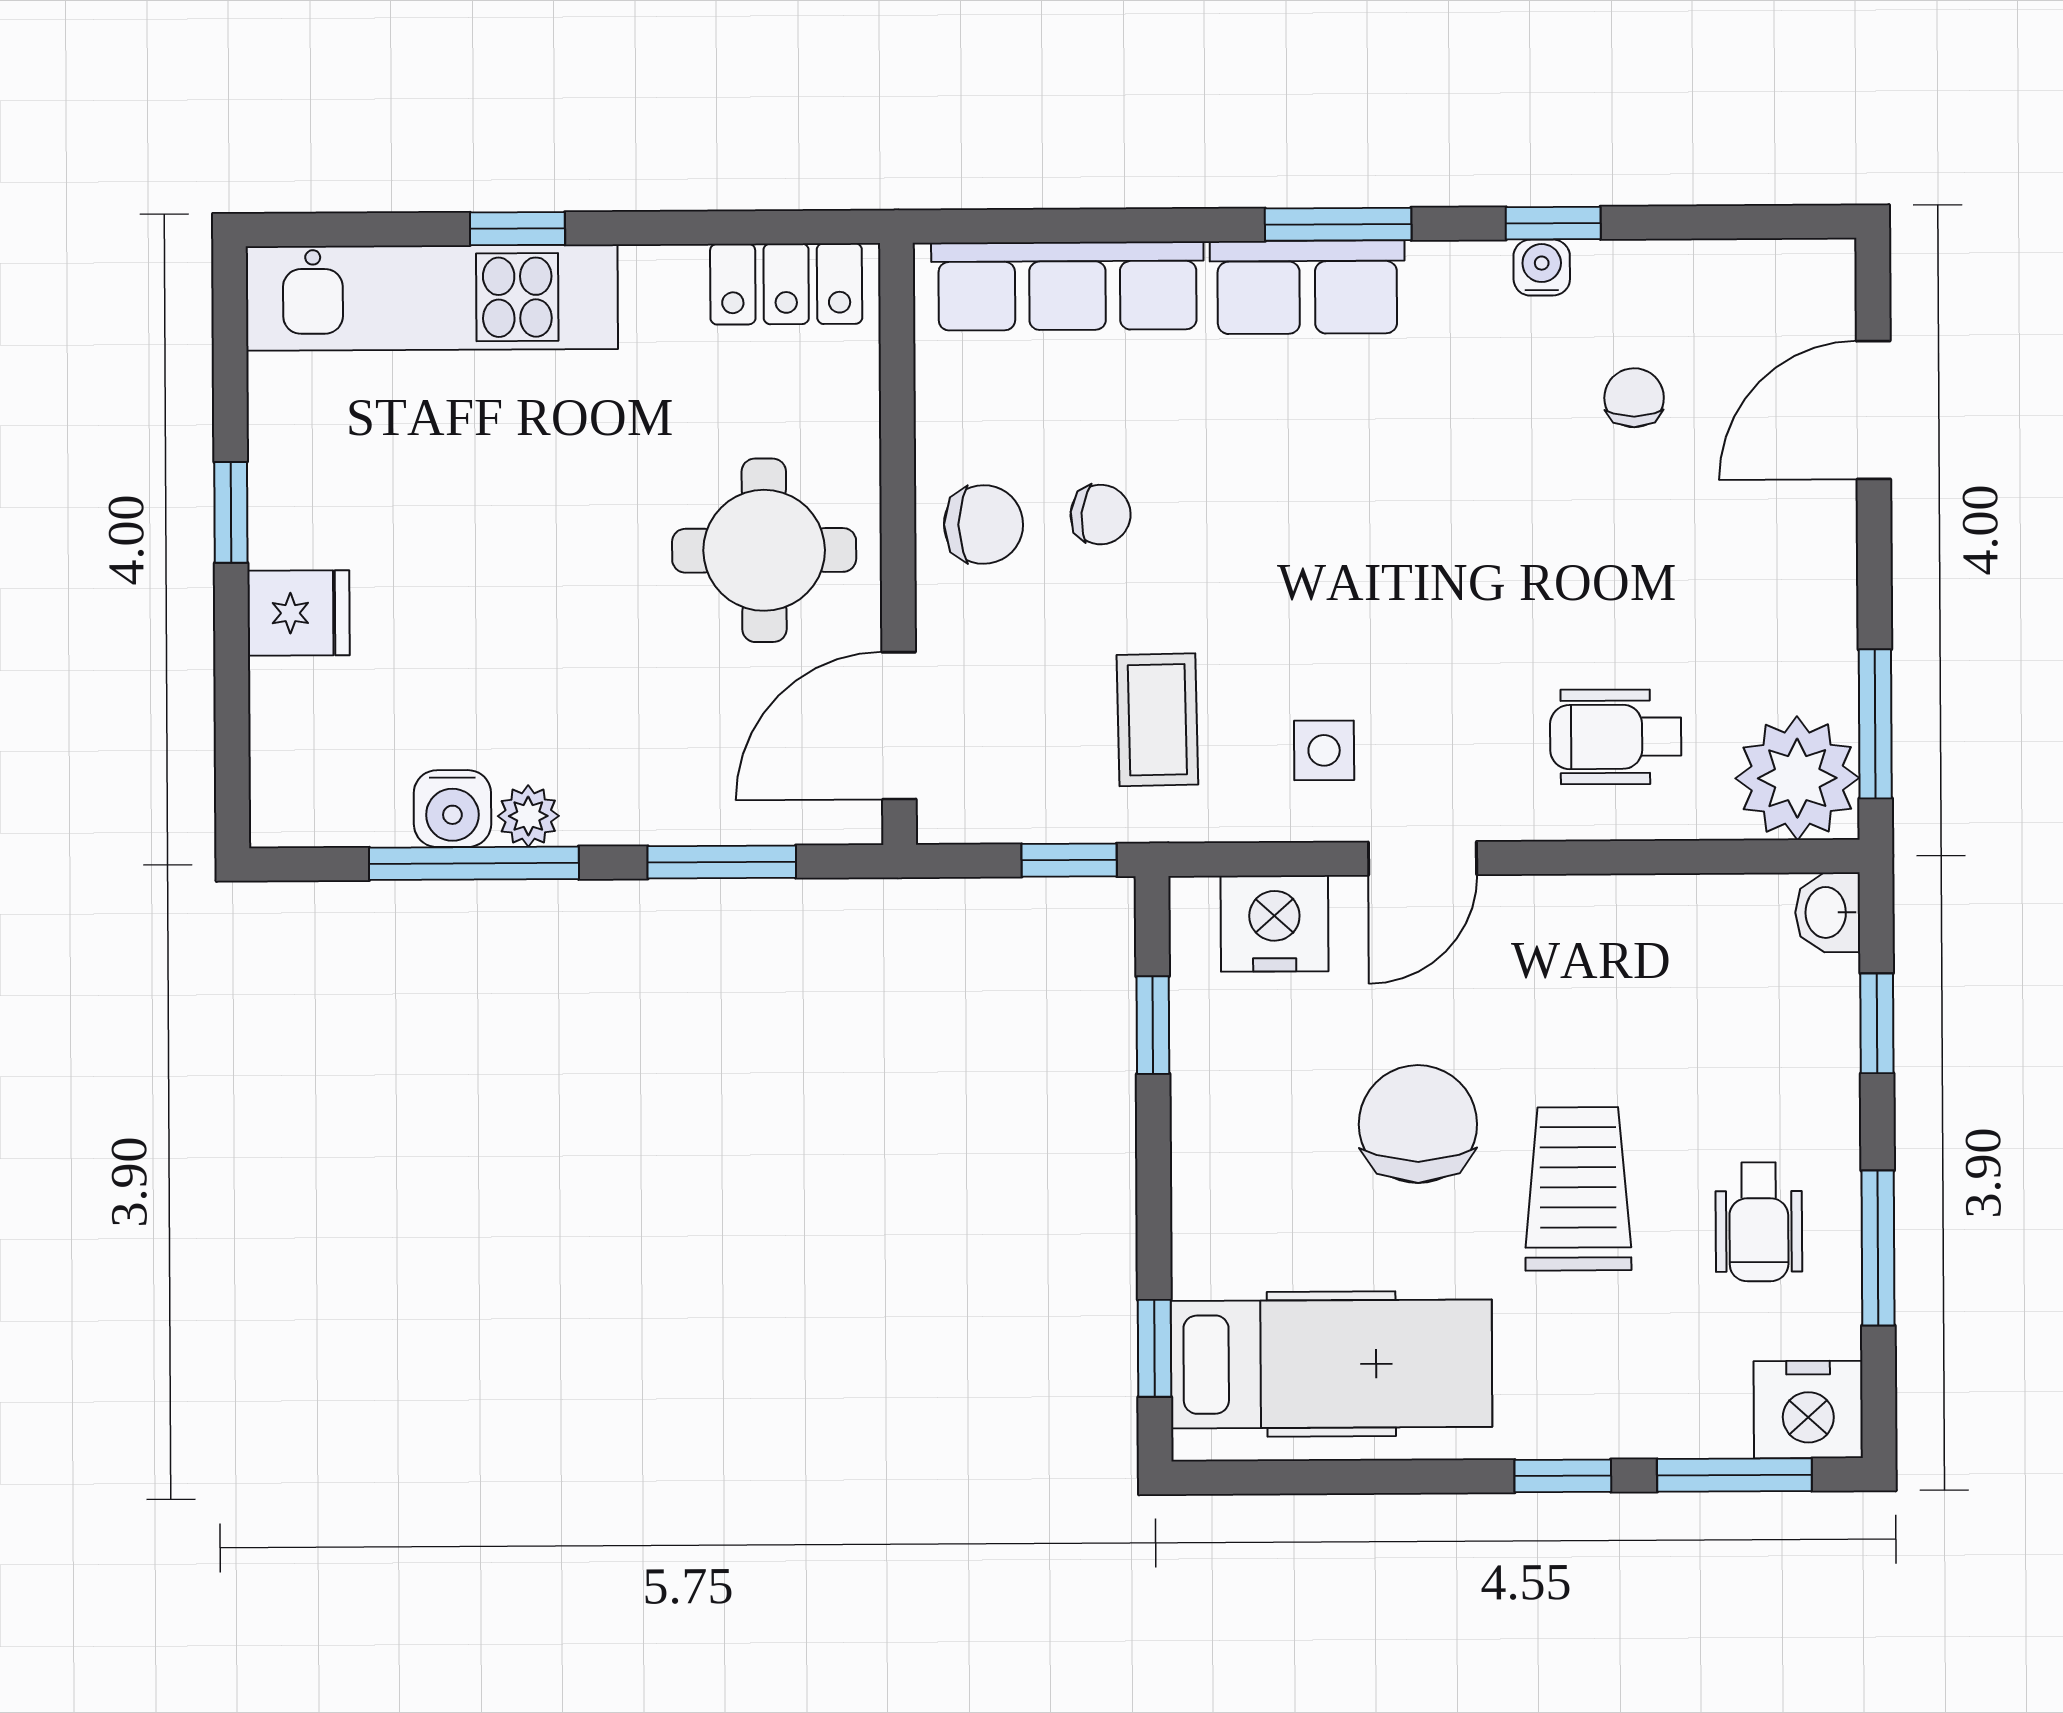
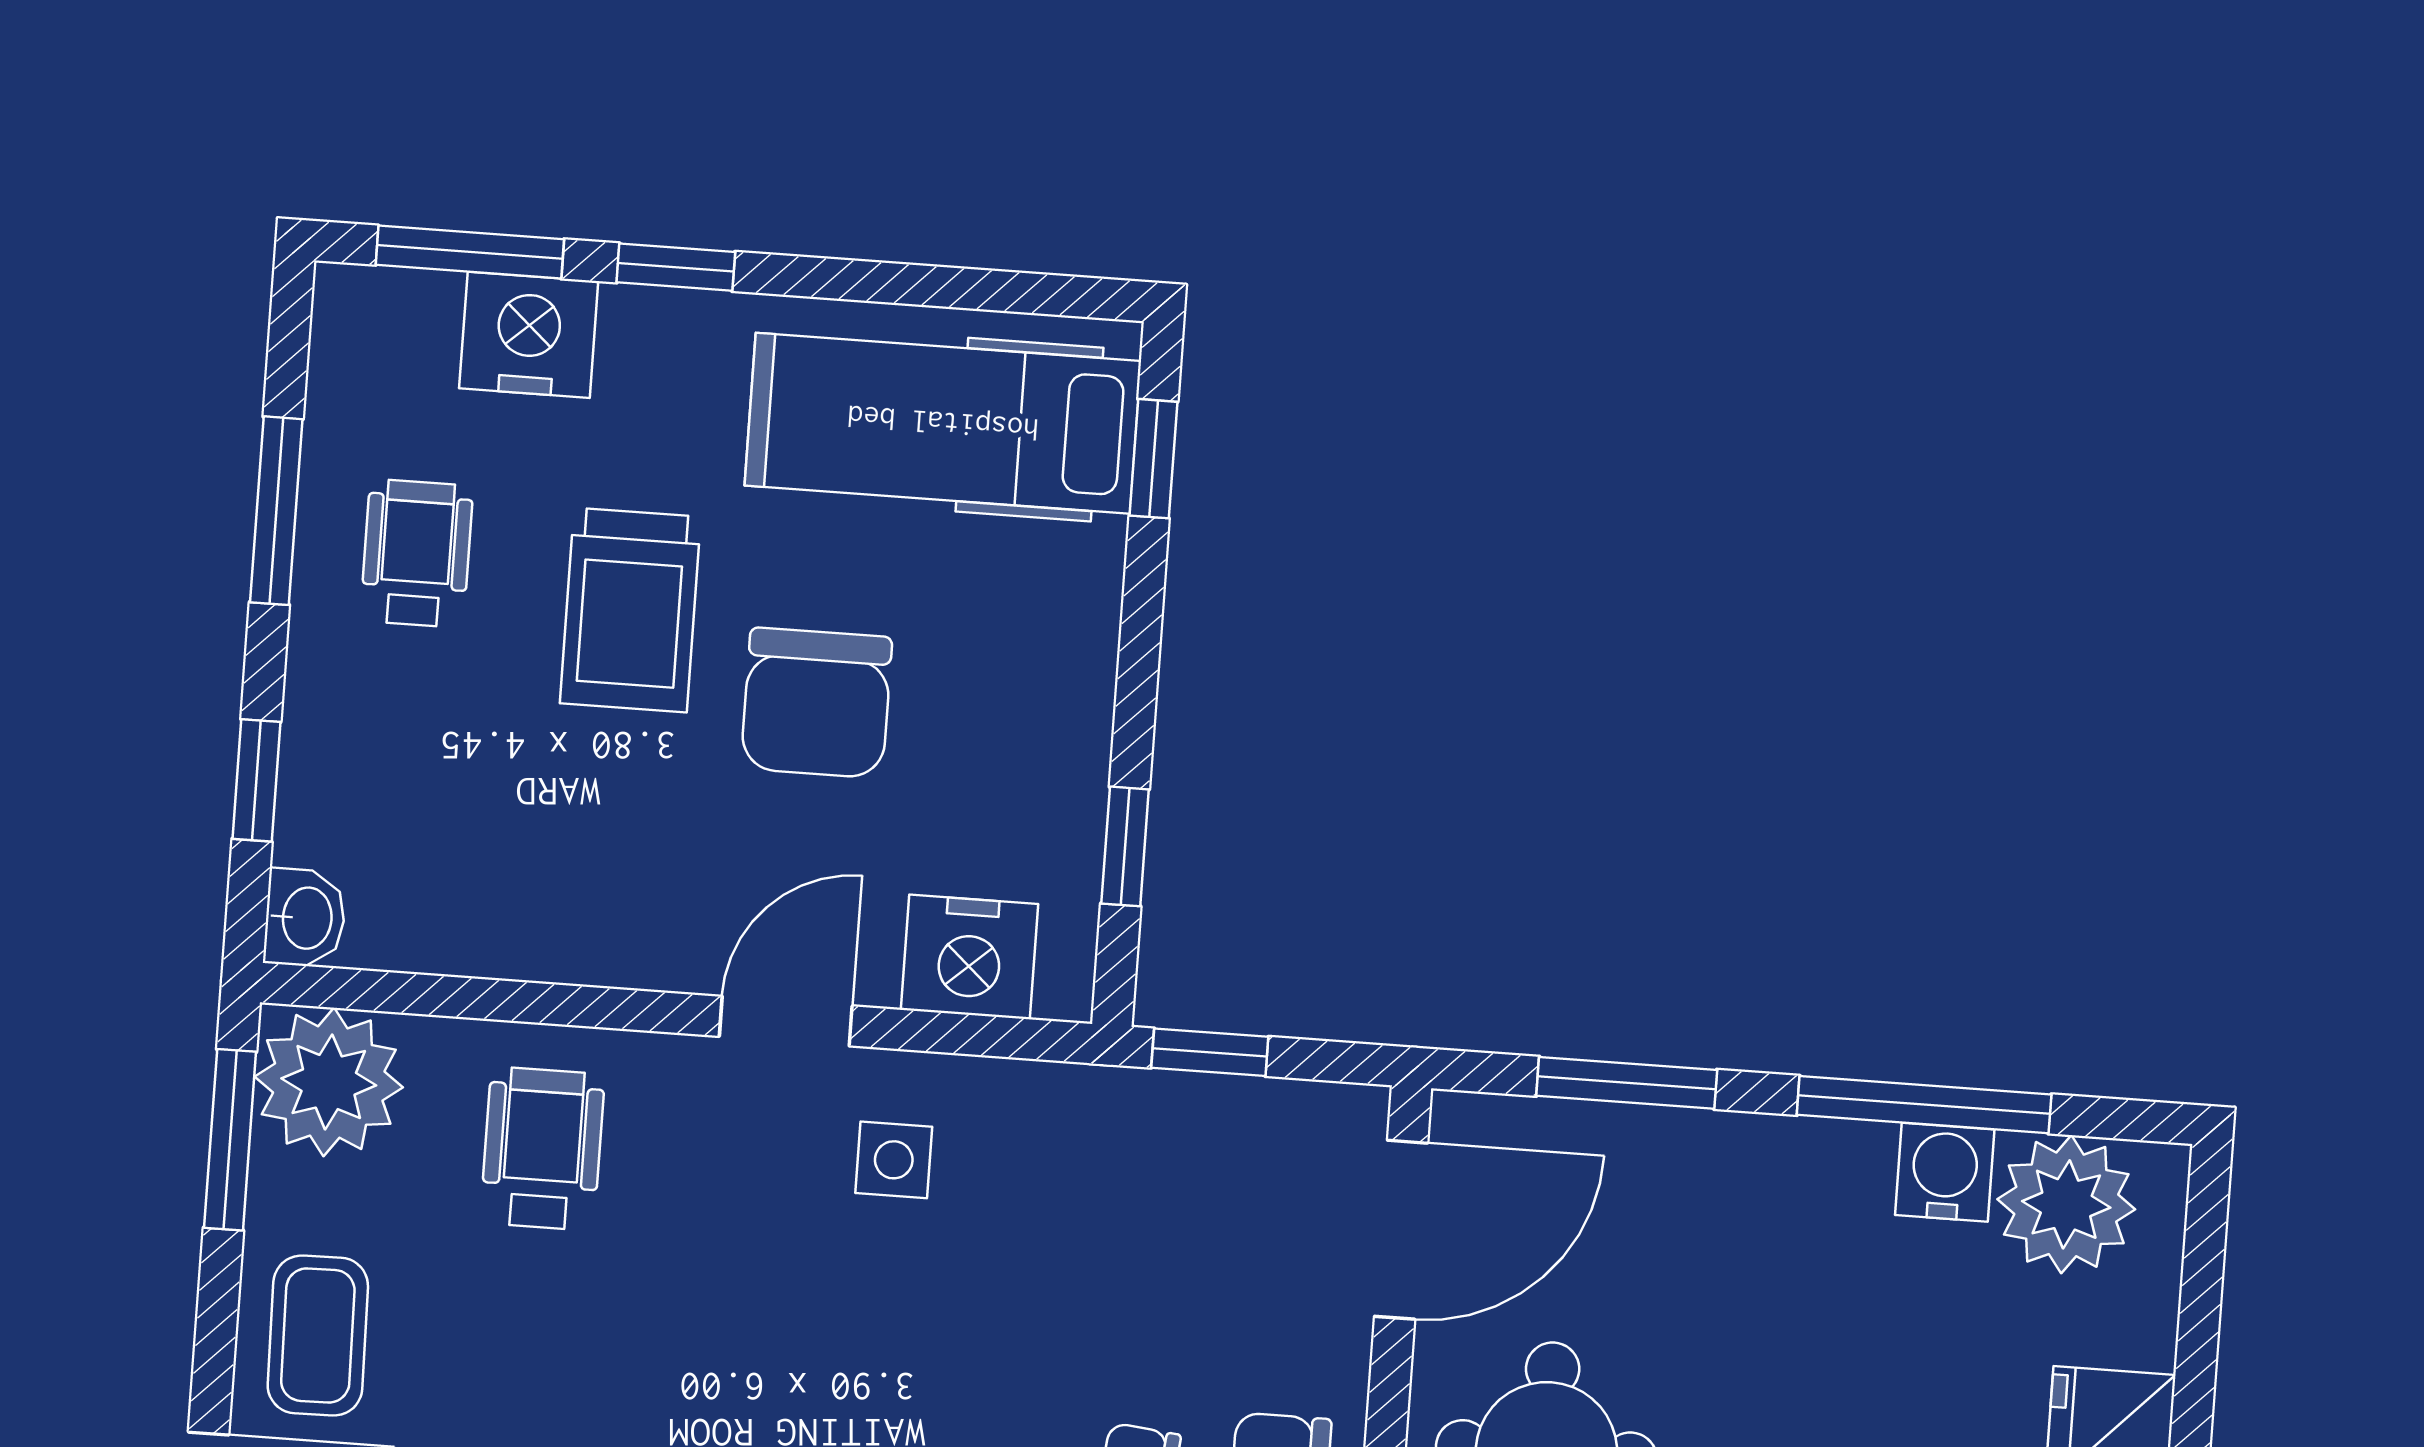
coffee table: (1157, 720) -> (318, 1335), moved
wheelchair: (1616, 737) -> (543, 1149), turned -90
plant: (528, 816) -> (2066, 1204), moved, width x1.88, depth x1.88
nightstand: (1808, 1410) -> (529, 335), moved

